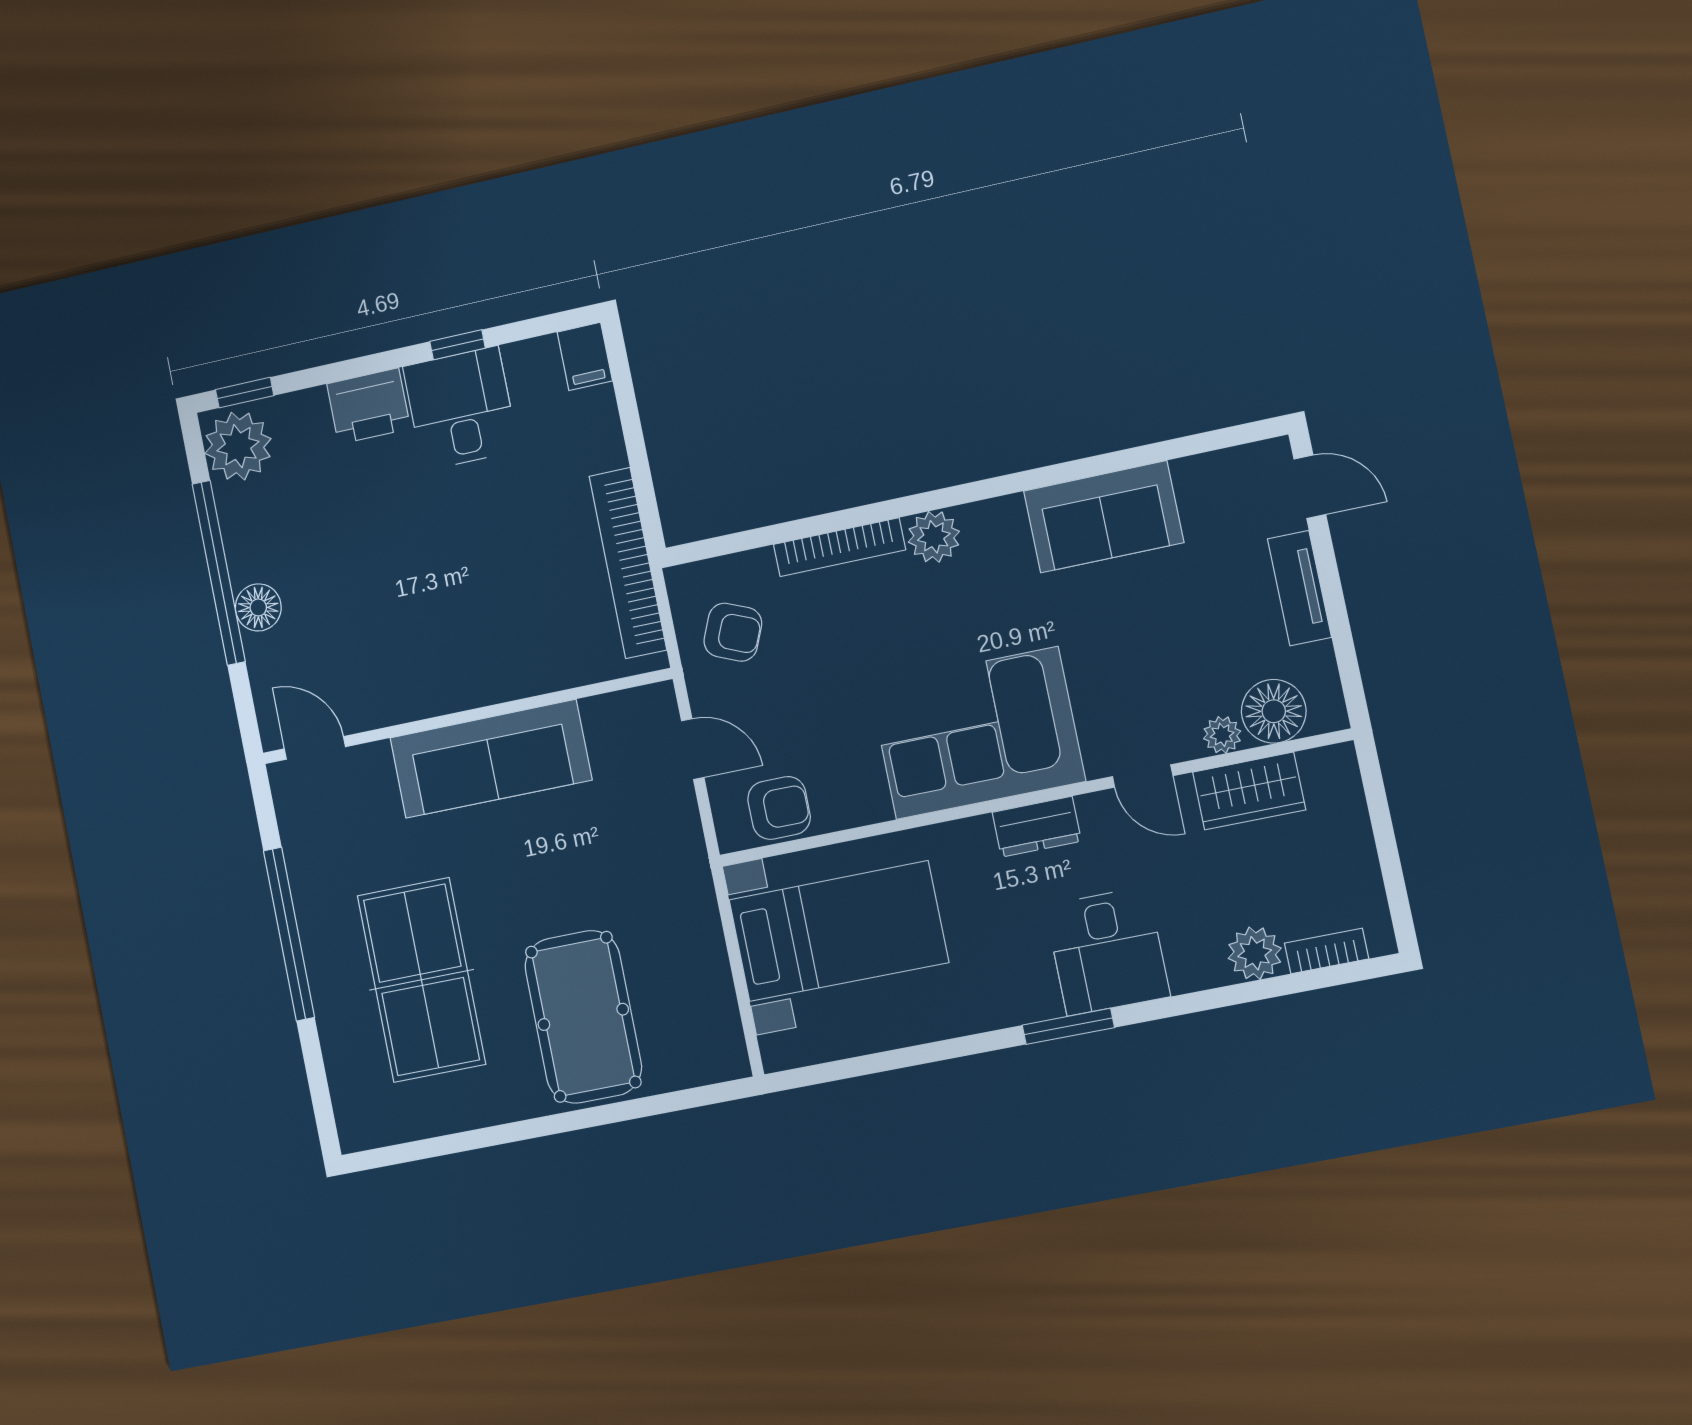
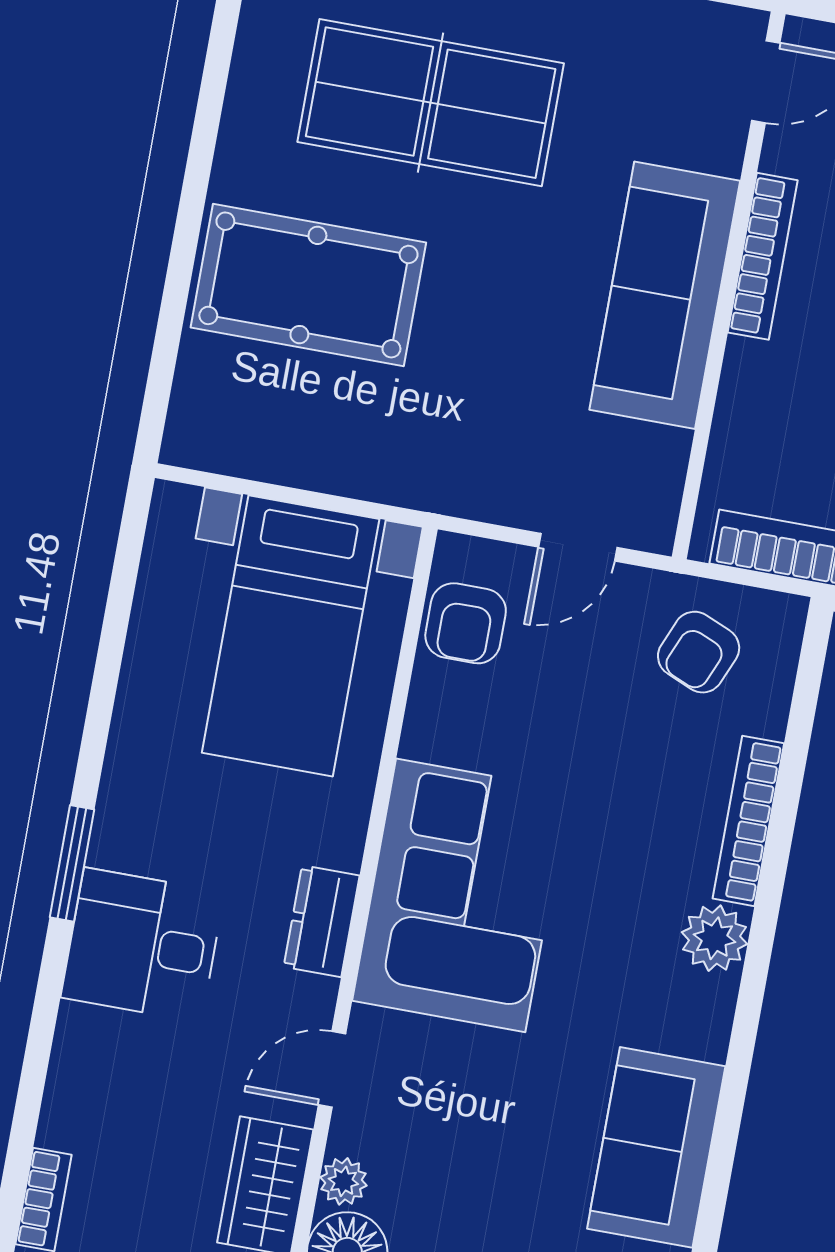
bookcase: (436, 700) -> (763, 256), added
plant: (1255, 953) -> (73, 1116), removed

